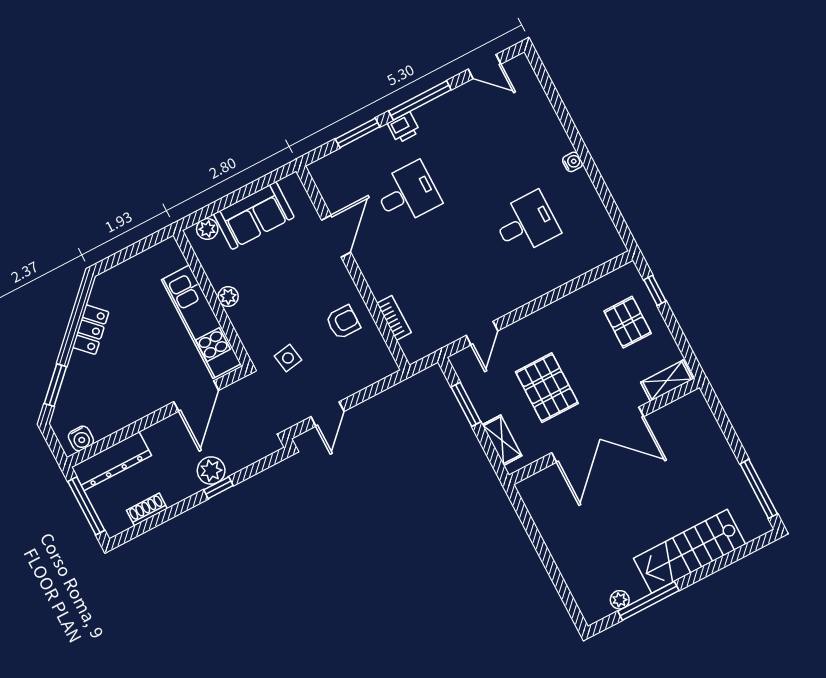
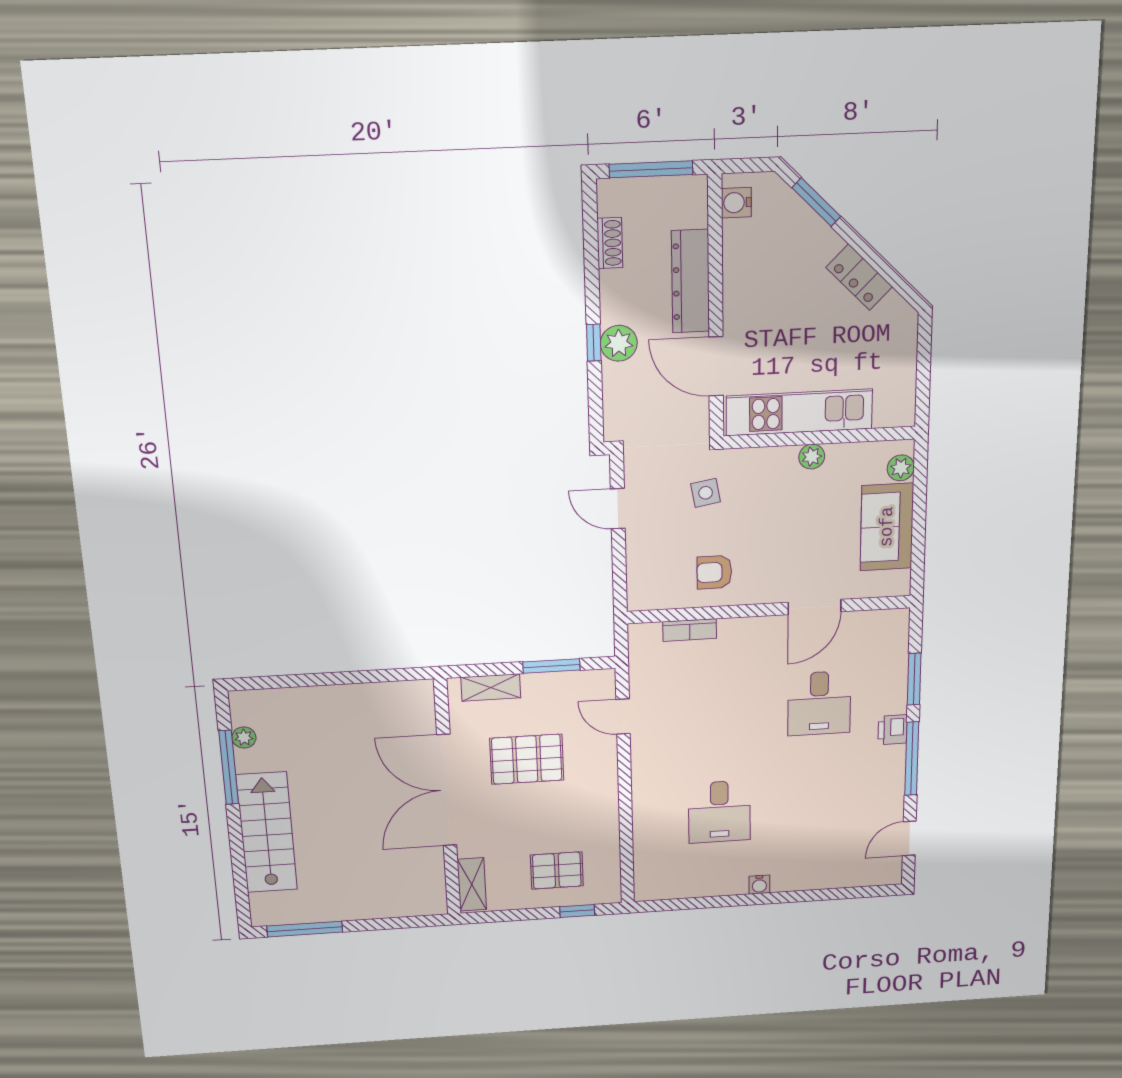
door: (336, 236) -> (815, 607), hinge flipped
armchair: (343, 322) -> (714, 572), turned 90
dresser: (111, 461) -> (691, 281), moved

